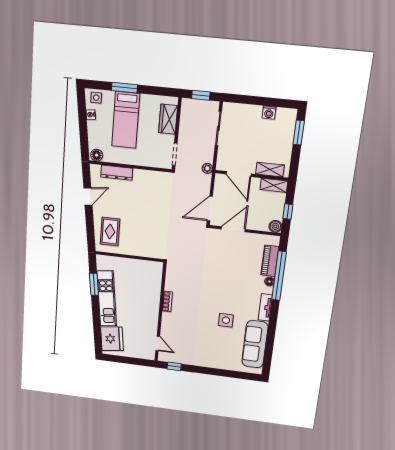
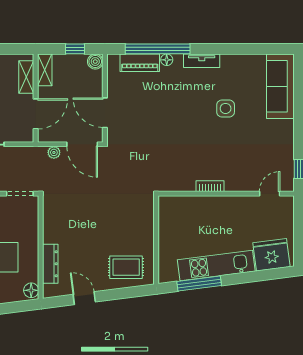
plant: (207, 168) -> (54, 152), moved
window: (94, 284) -> (199, 283), width x1.44
sofa: (255, 344) -> (280, 86), moved, turned 90

